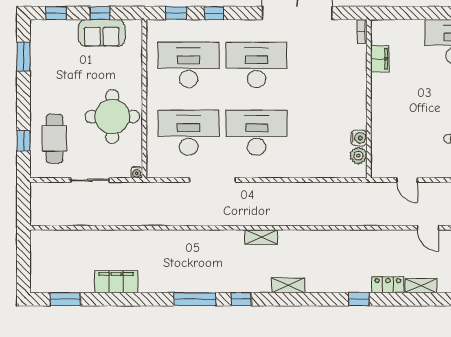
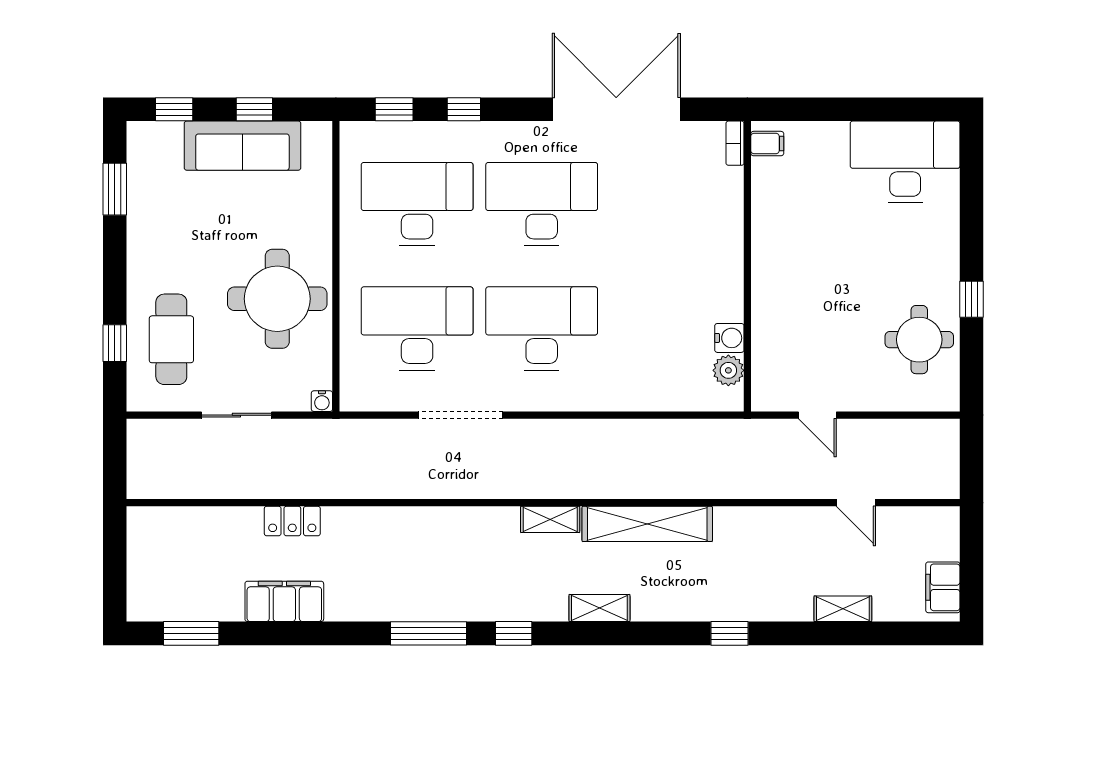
sofa: (102, 33) -> (242, 146), width x1.36
filing cabinet: (380, 59) -> (767, 144), moved, width x0.50
shelving: (314, 239) -> (647, 524), added
locker: (388, 285) -> (292, 521), moved, turned 180

